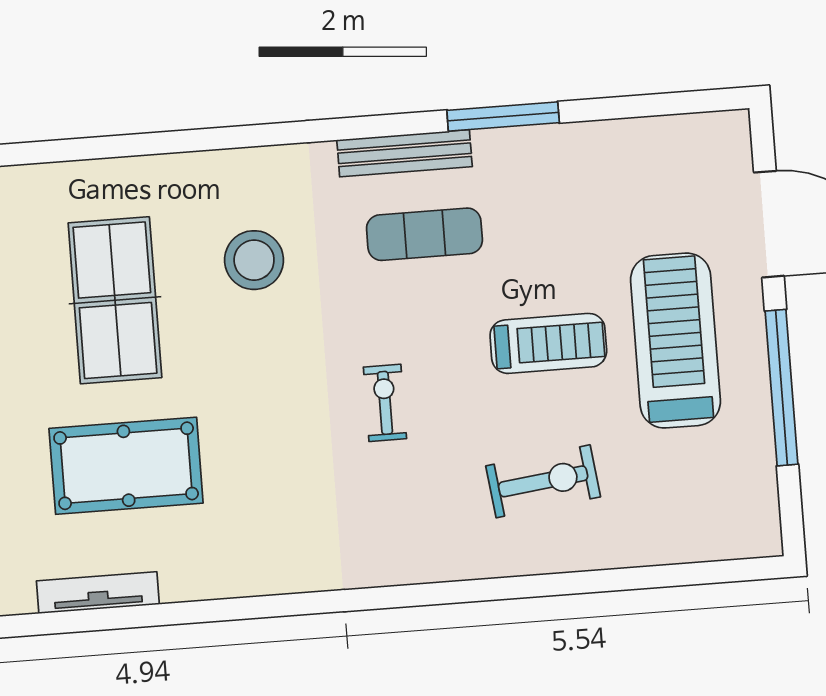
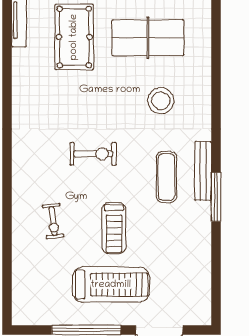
window: (503, 117) -> (216, 197), moved
exercise bike: (385, 403) -> (93, 154), width x1.38, depth x1.39
exercise bike: (543, 481) -> (53, 221), width x0.73, depth x0.72

